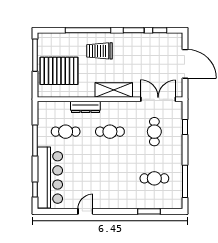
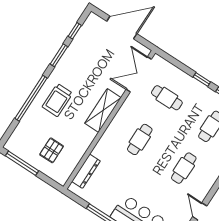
pallet: (59, 71) -> (52, 150), width x0.49, depth x0.50
dresser: (85, 107) -> (86, 171), moved
window: (185, 127) -> (202, 80), moved
cafe table: (66, 132) -> (184, 168), moved

